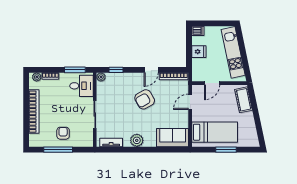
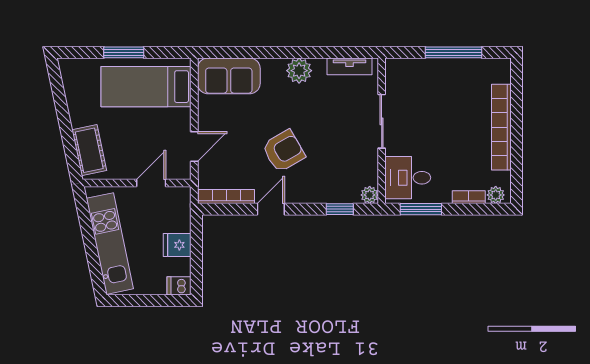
armchair: (63, 133) -> (444, 85), removed

